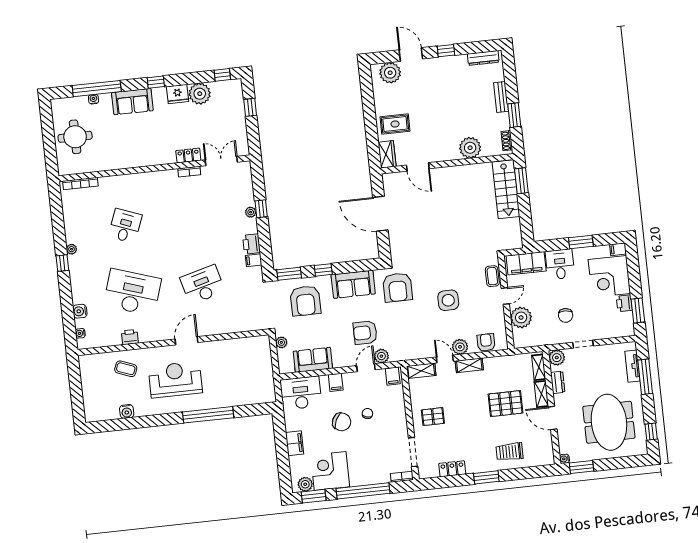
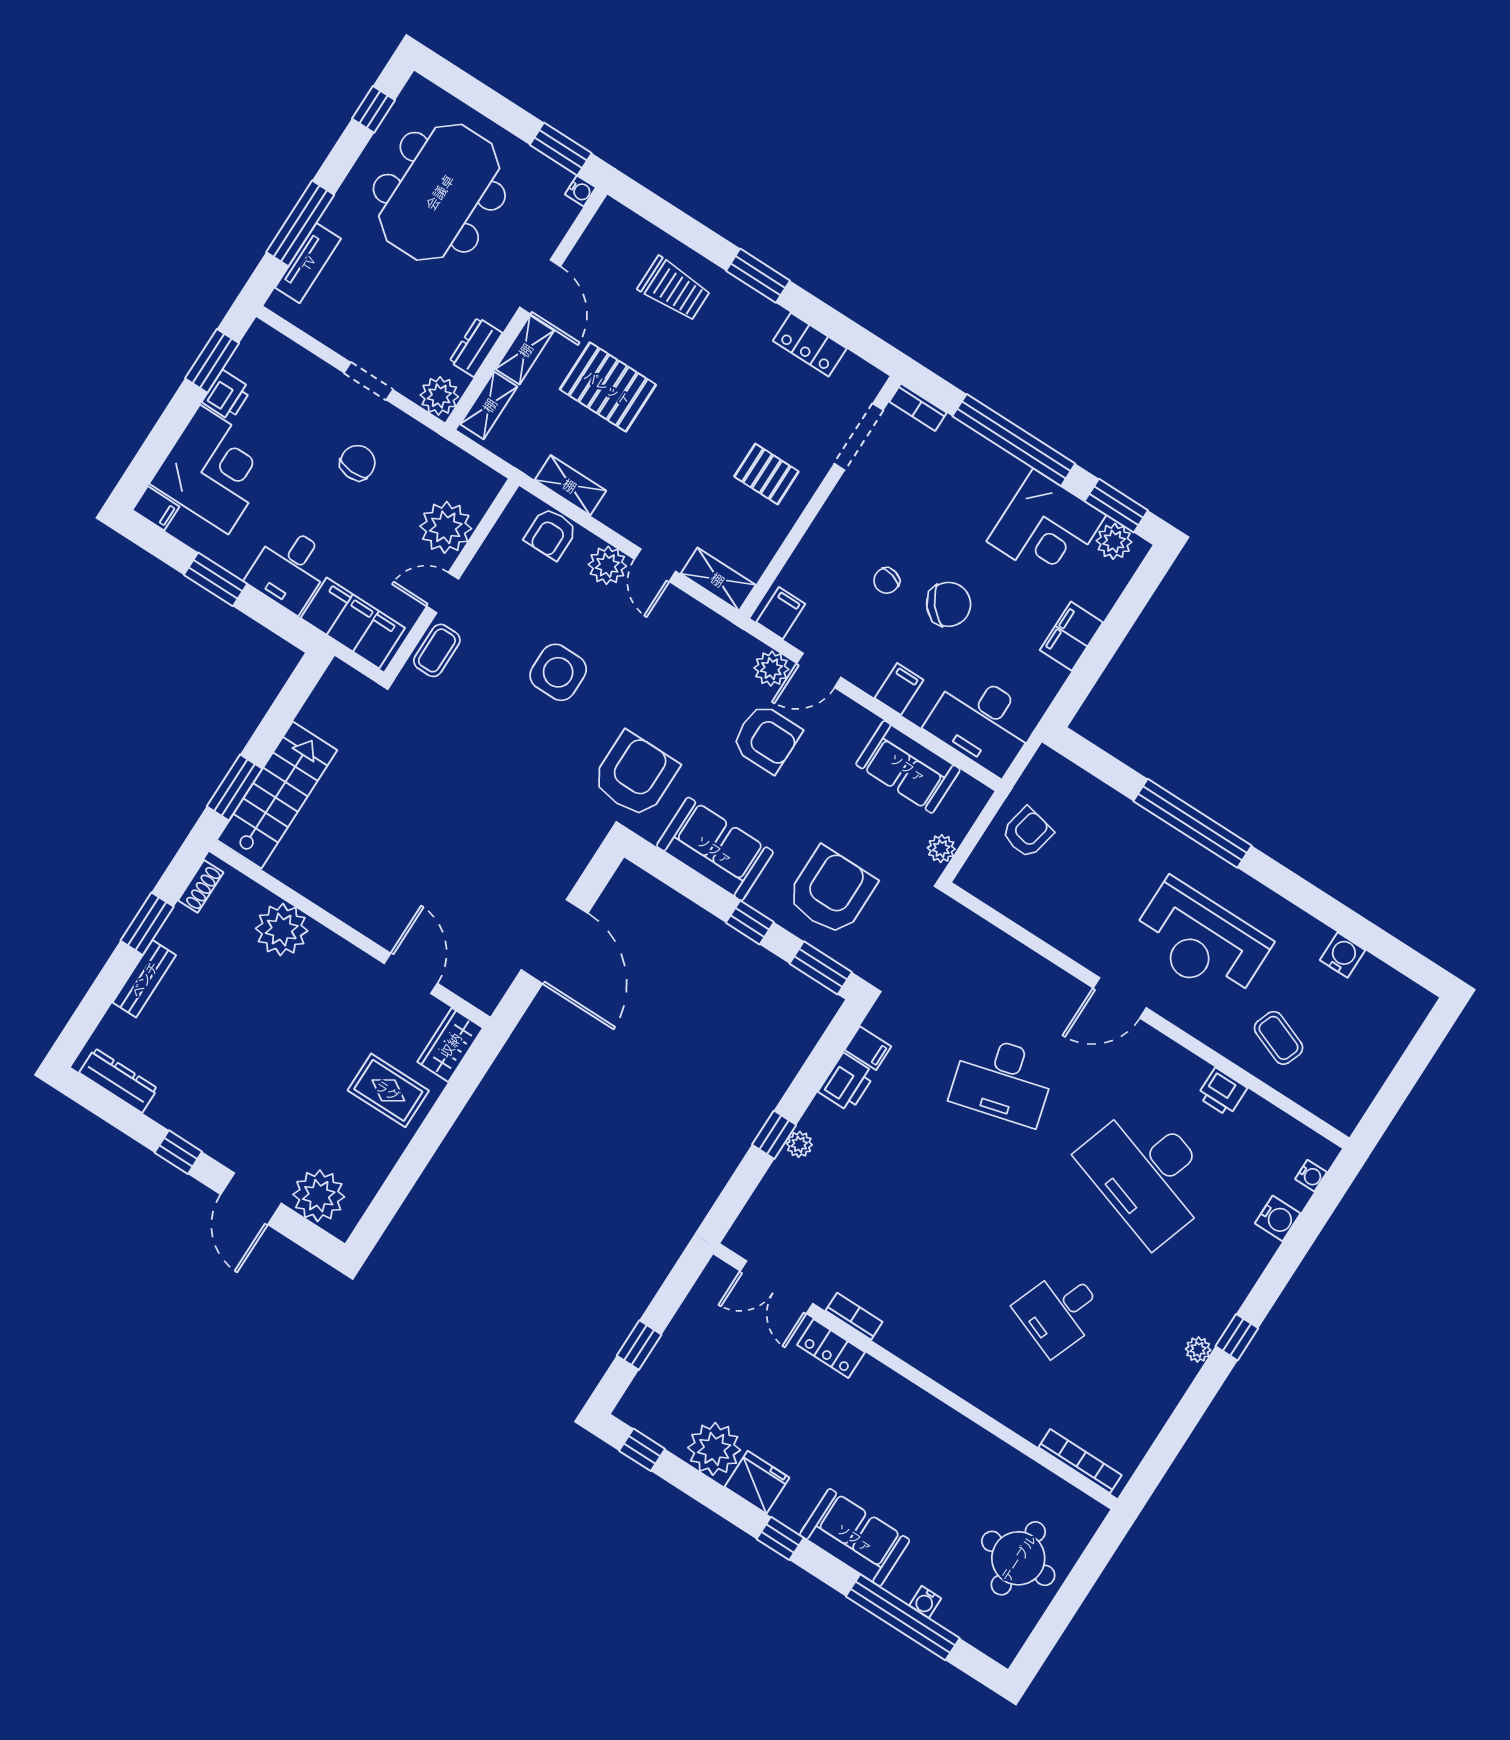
shelving: (469, 365) -> (570, 485), moved
armchair: (258, 370) -> (1027, 833), added
chair: (342, 422) -> (949, 604), turned 114

